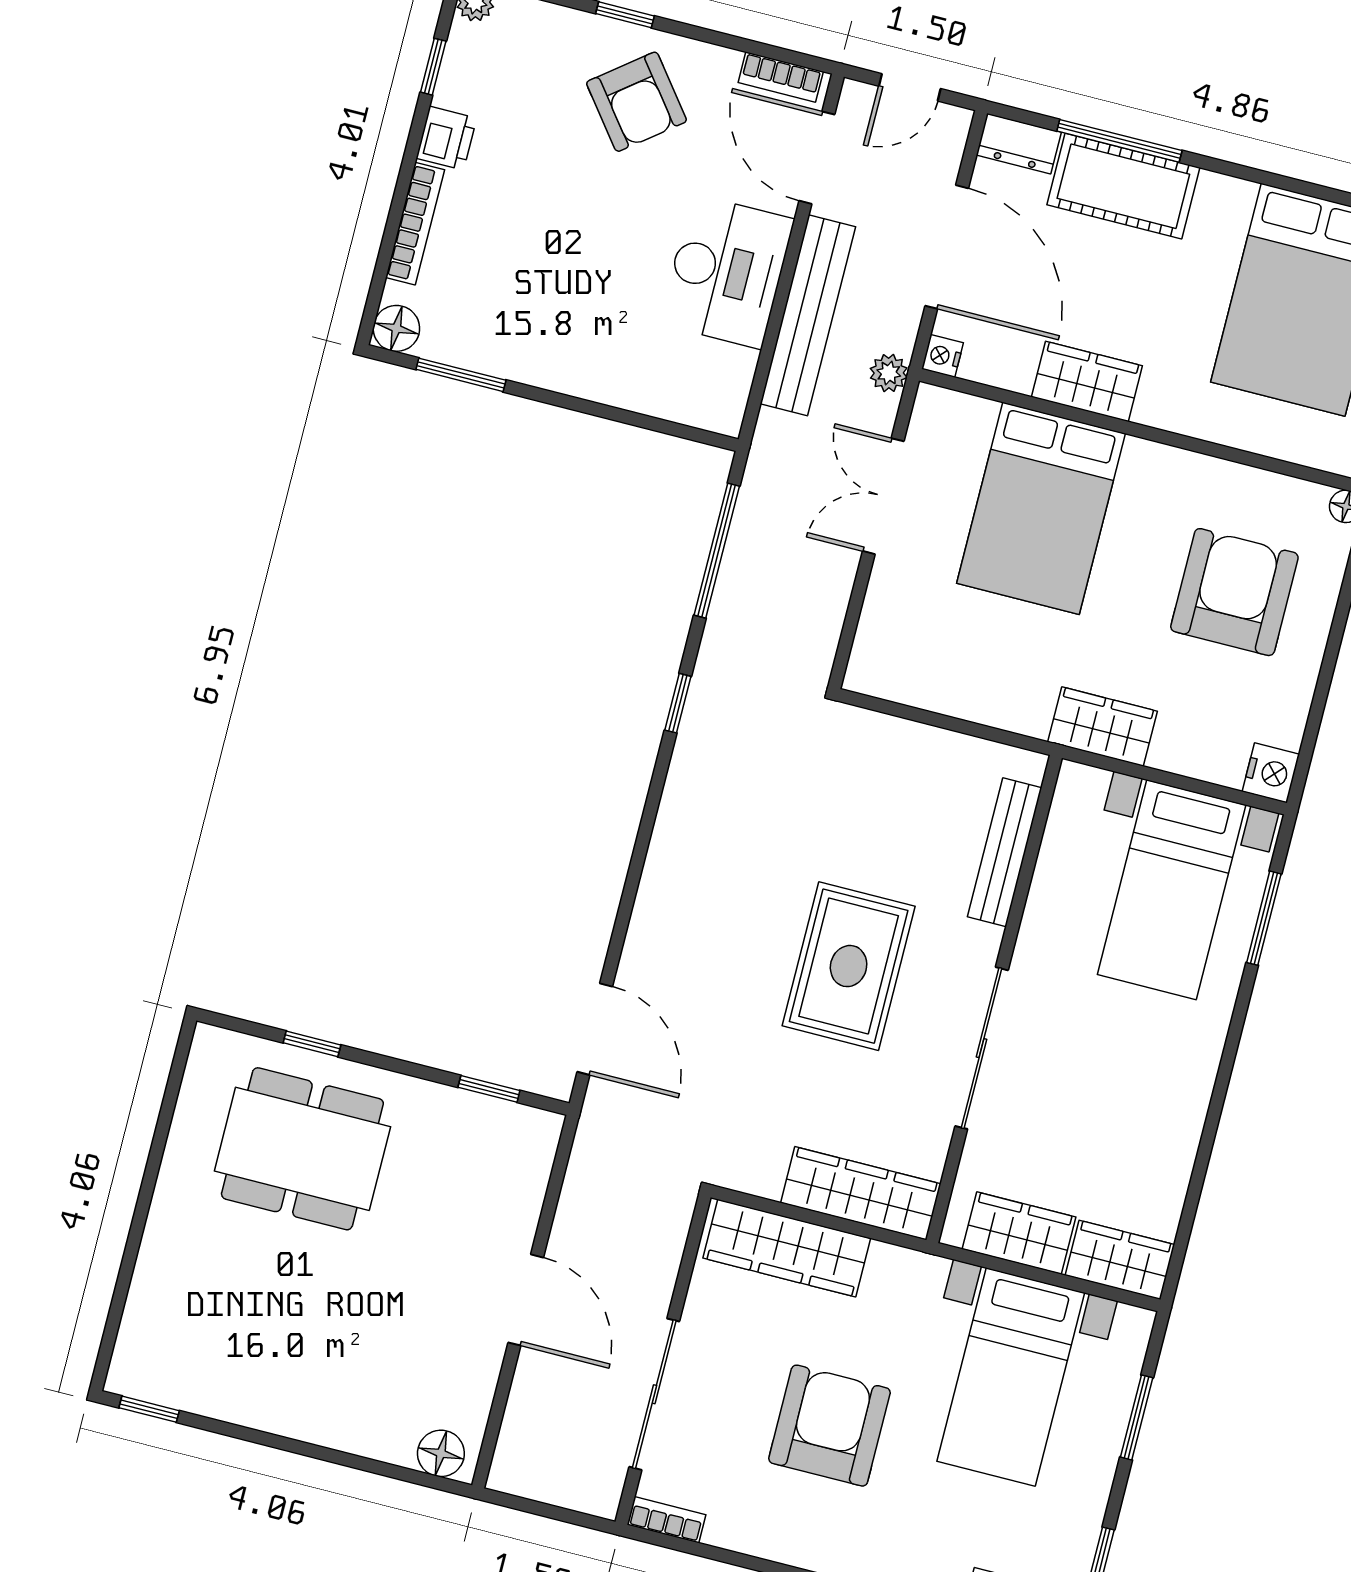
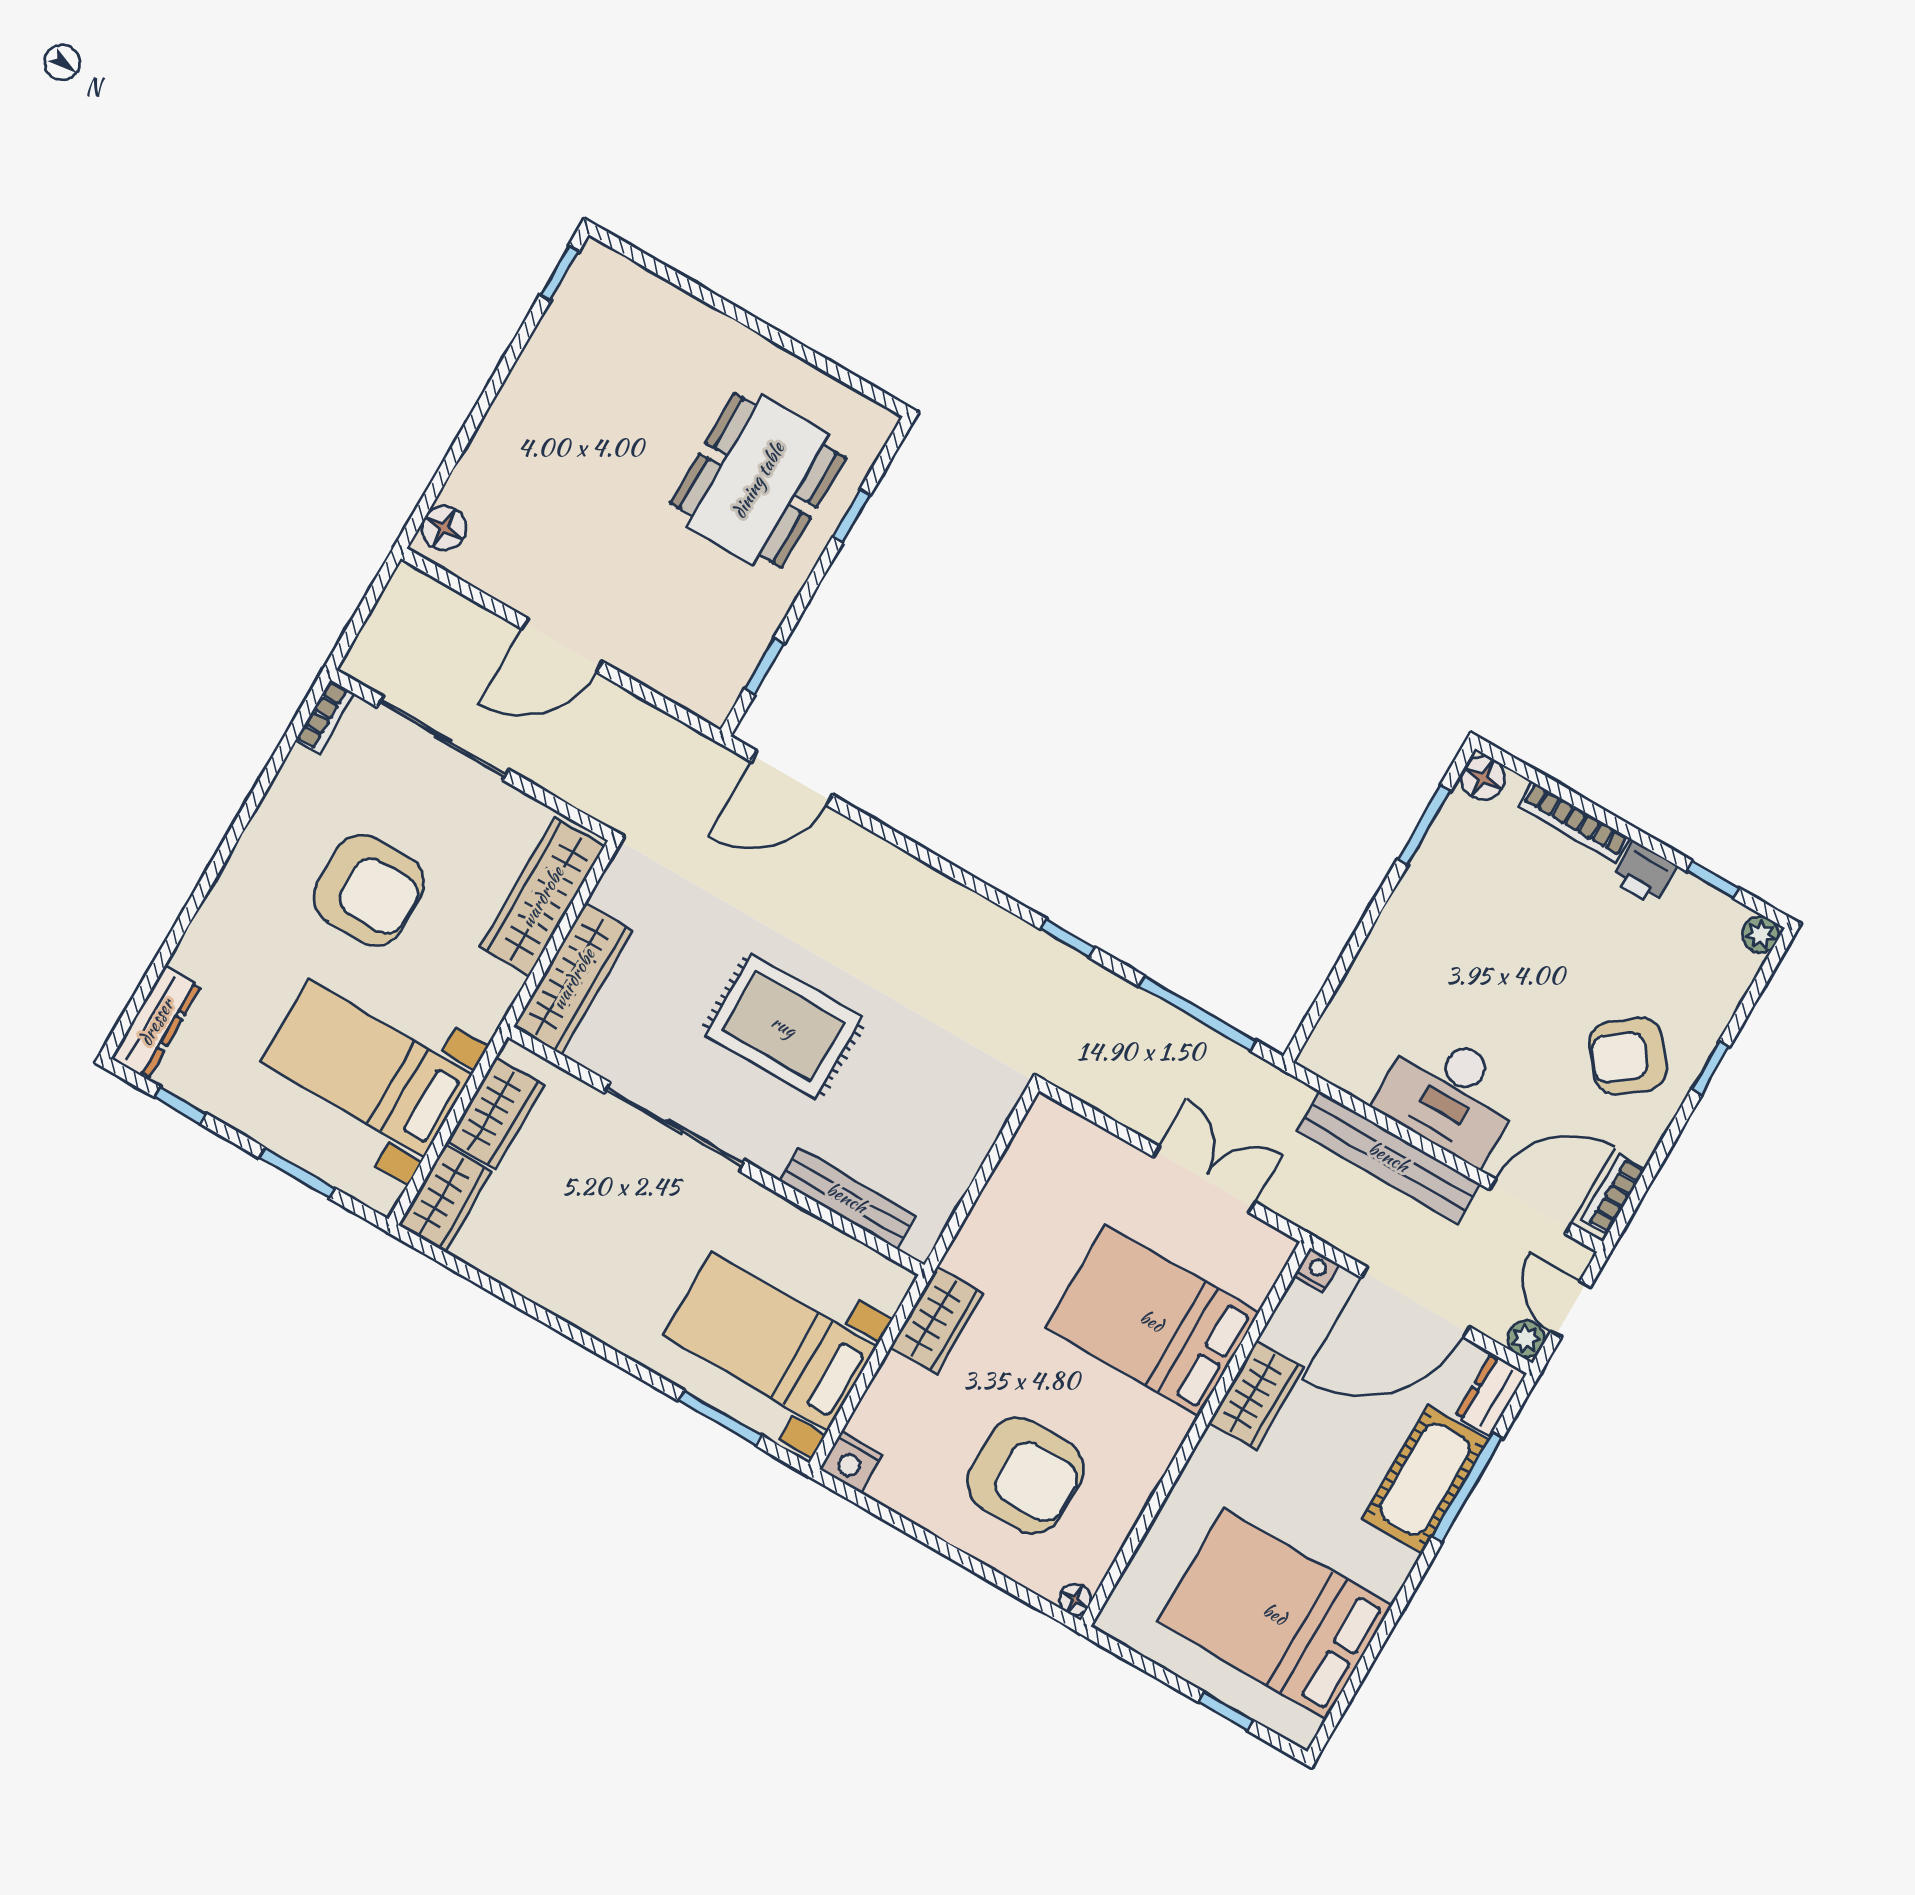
plant: (889, 373) -> (1526, 1339), moved

